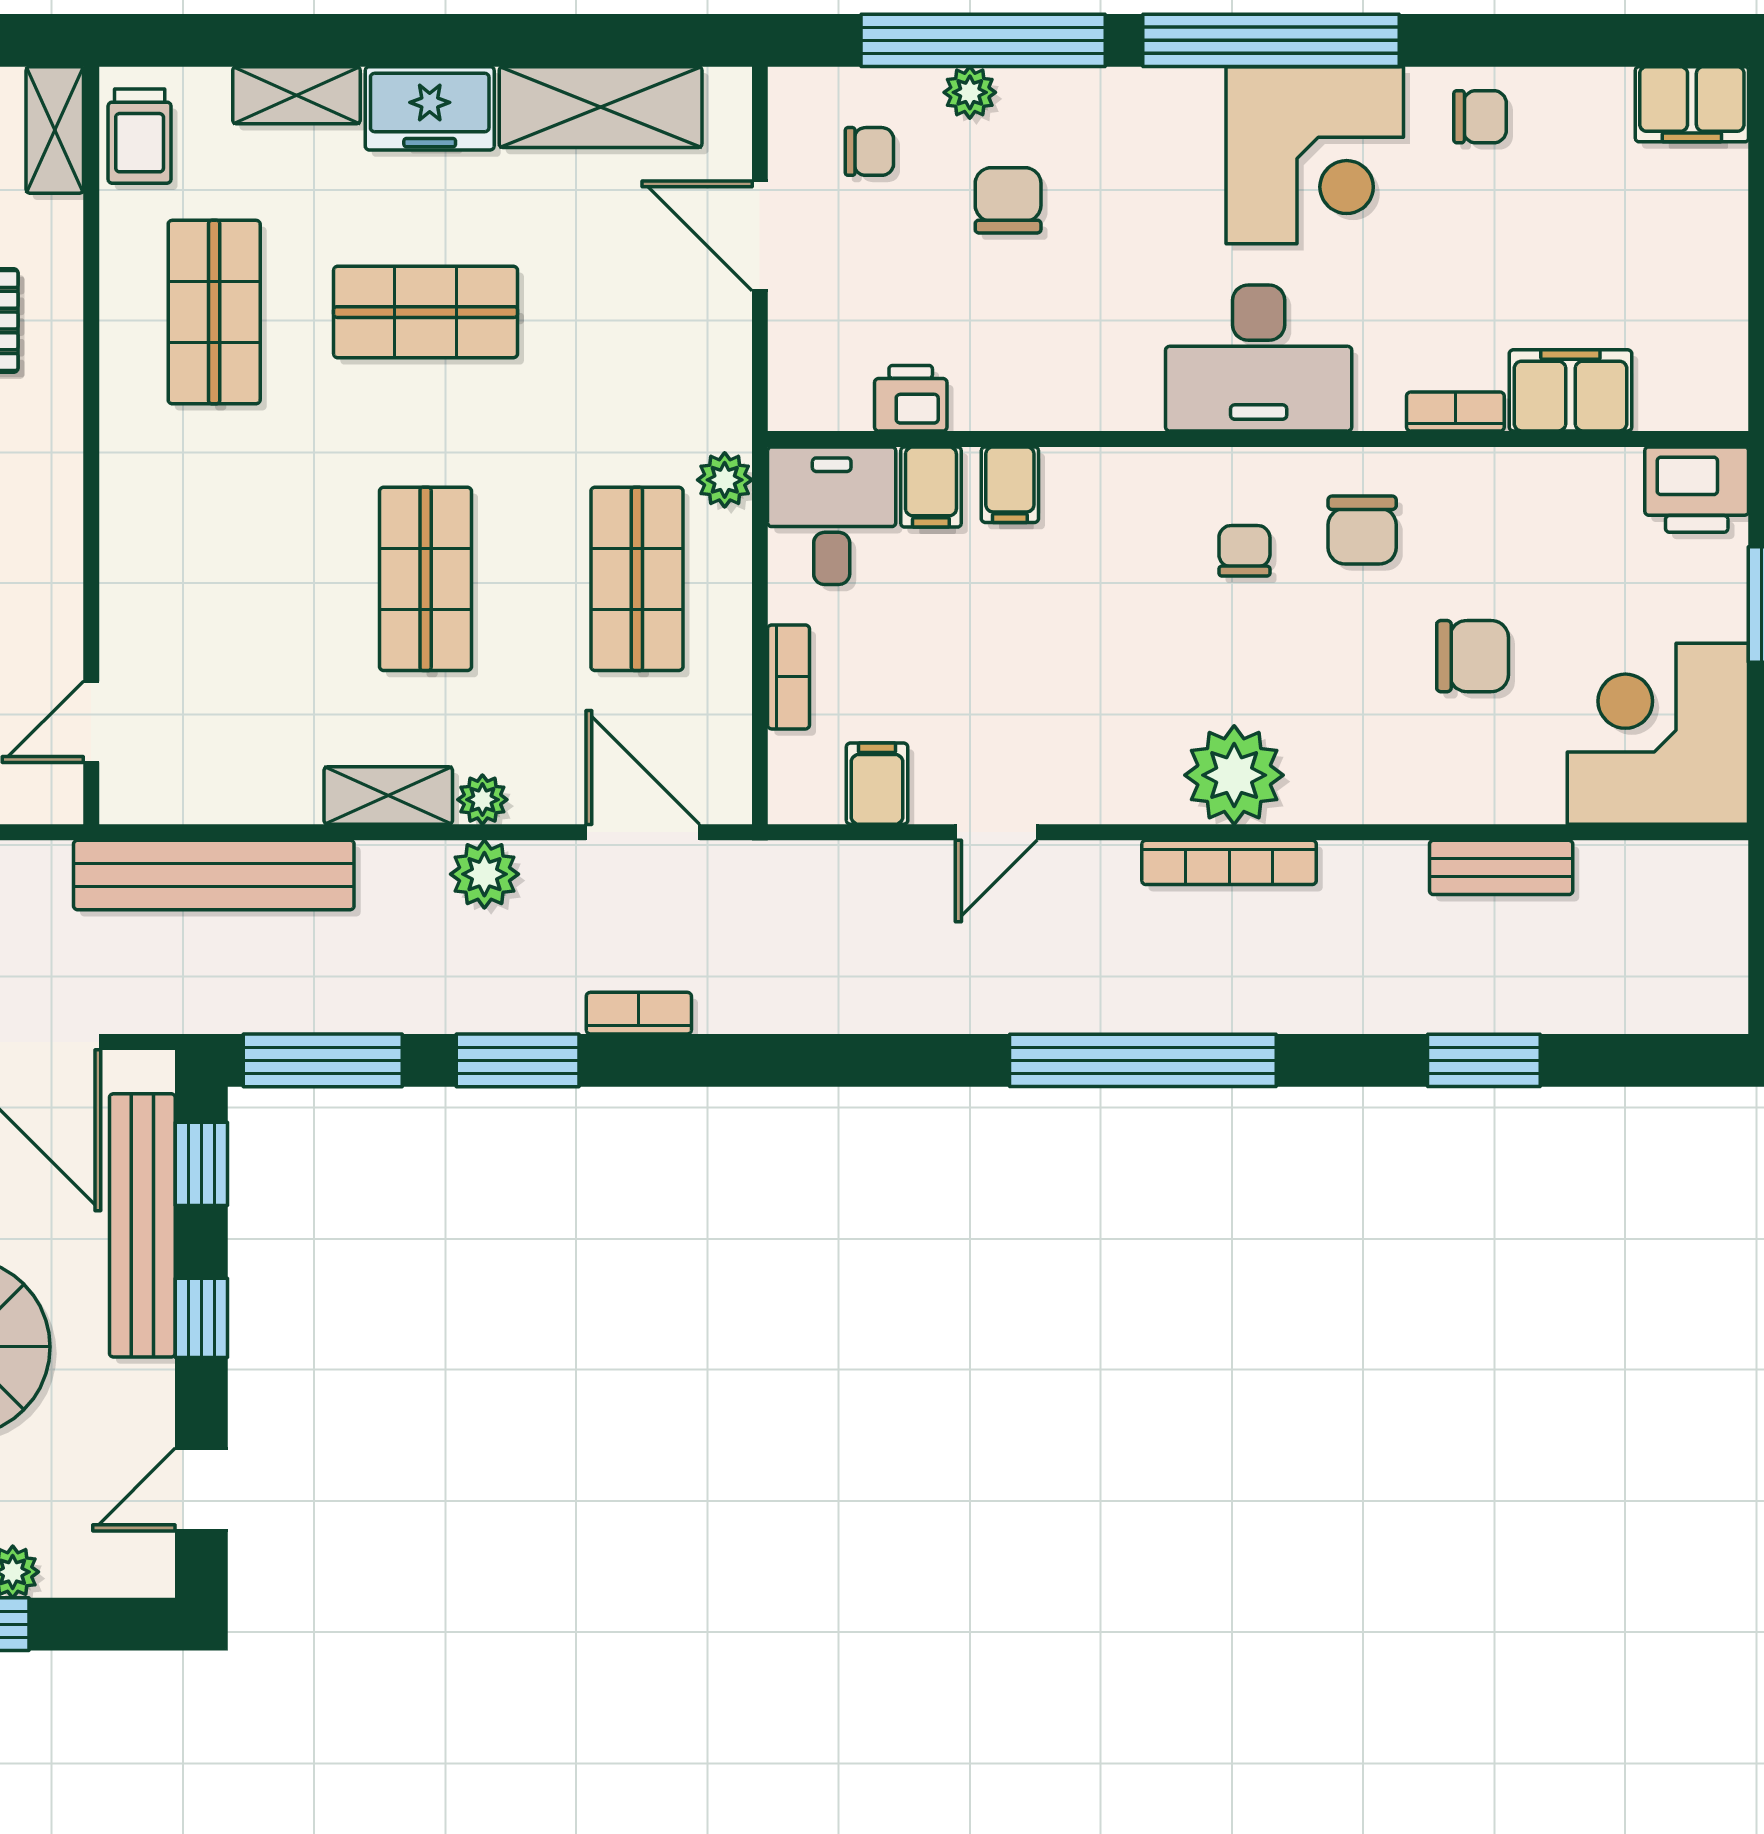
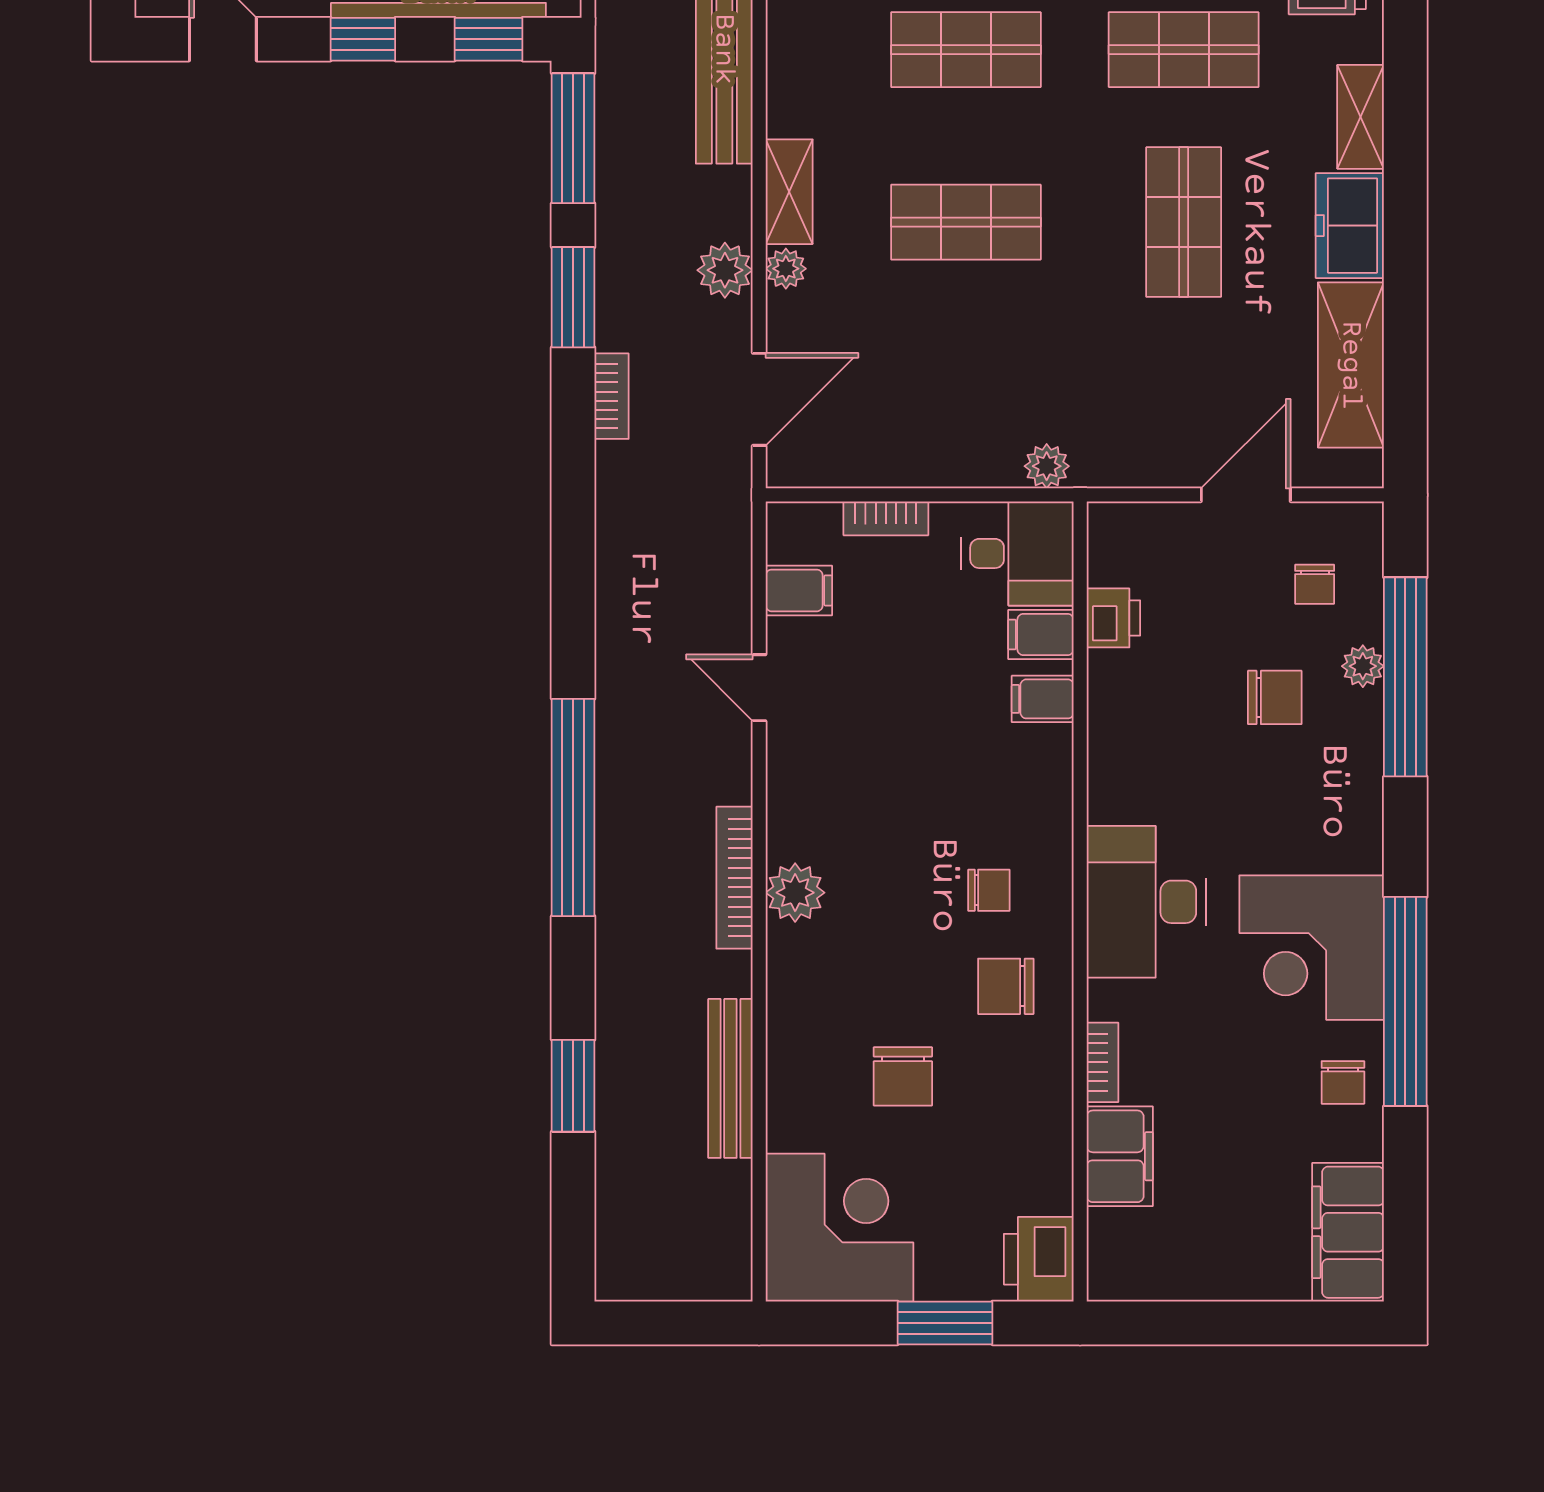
window: (1271, 40) -> (1405, 1001), moved
filing cabinet: (1692, 104) -> (1348, 1232), width x1.50, depth x1.17
shop shelf: (637, 579) -> (966, 50), moved
plant: (1234, 775) -> (795, 893), width x0.73, depth x0.73
bench: (1501, 867) -> (730, 1078), width x1.36

